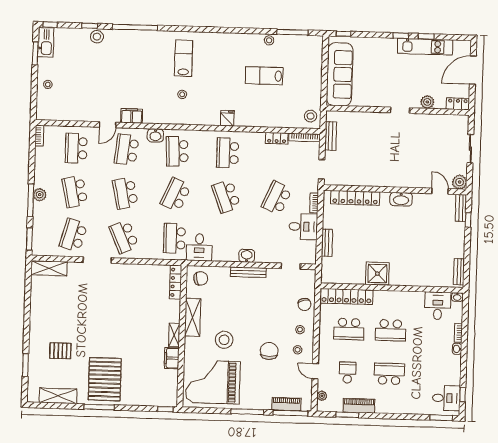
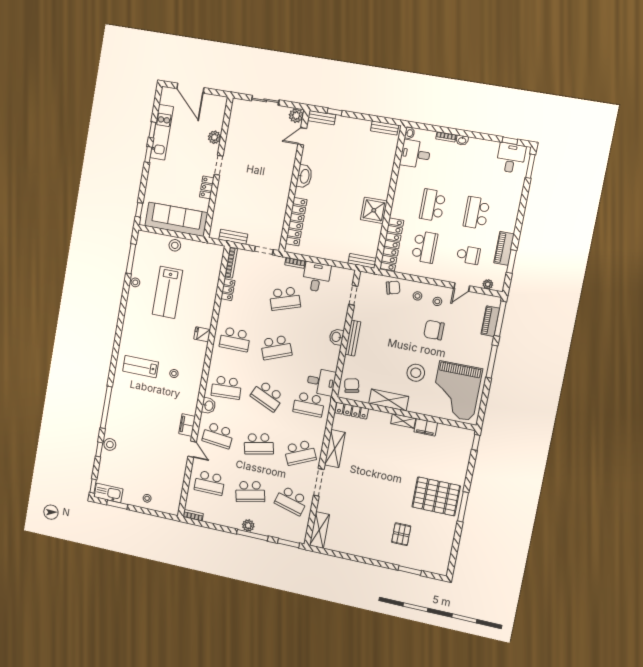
lab bench: (264, 76) -> (167, 292), width x1.36, depth x1.39
locker: (458, 104) -> (207, 187), moved
stool: (311, 116) -> (175, 245), moved
school desk: (277, 198) -> (285, 299), turned -42
bench: (327, 243) -> (362, 261), moved
school desk: (391, 330) -> (433, 205), turned 180
school desk: (348, 373) -> (468, 255), turned 180
shelving: (58, 396) -> (335, 449), moved

